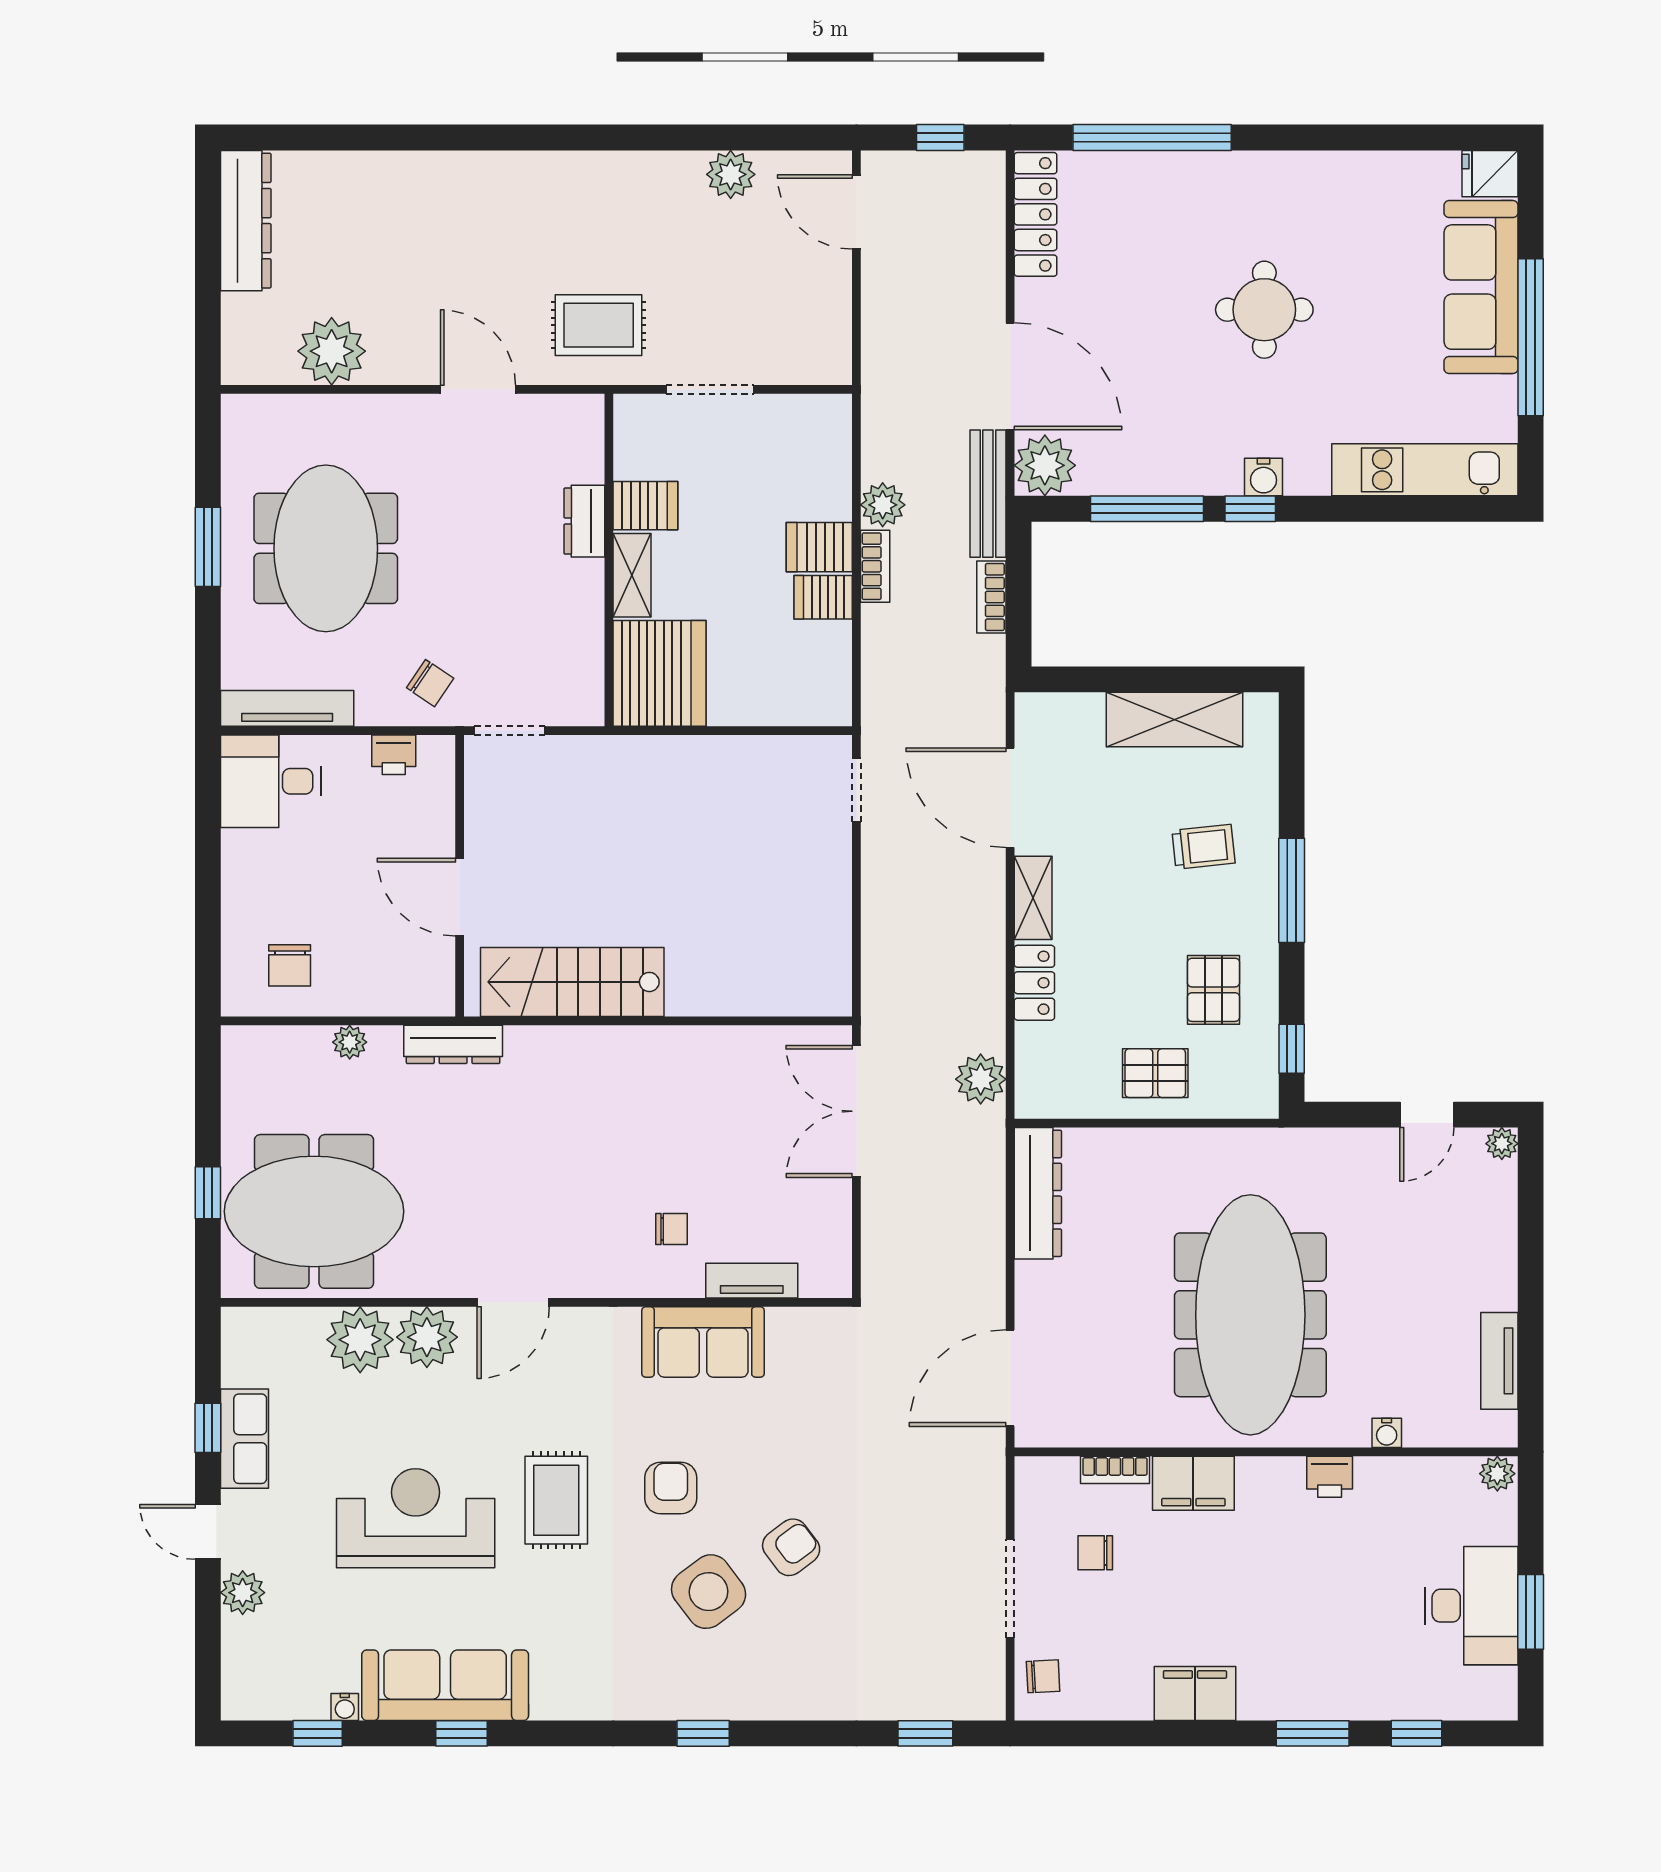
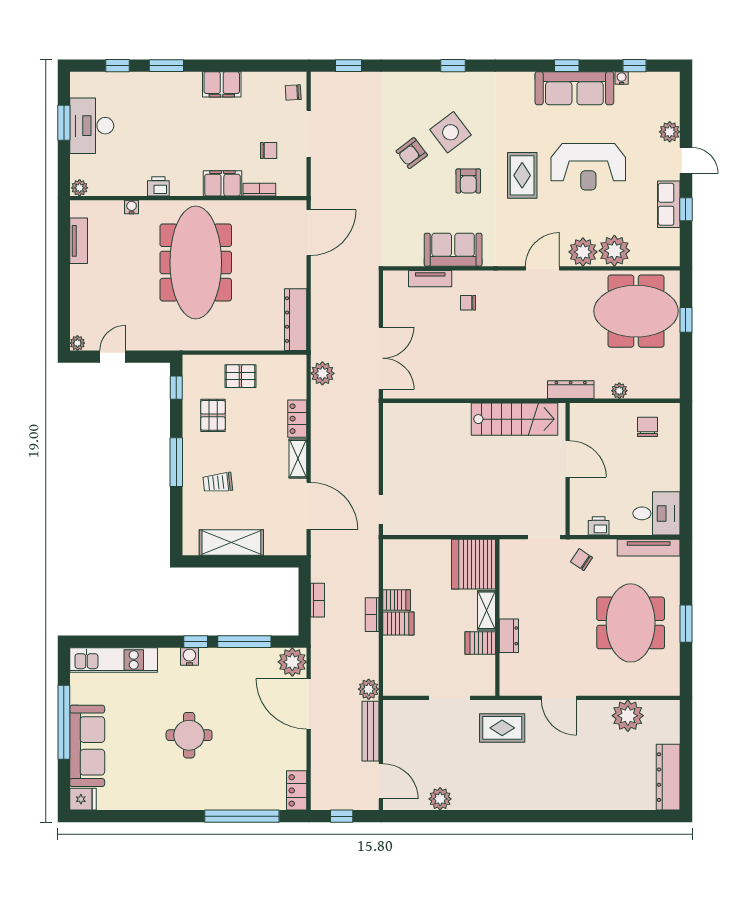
locker: (1036, 214) -> (297, 790), width x0.66
bench: (988, 494) -> (371, 731), moved
plant: (883, 505) -> (369, 689), moved

